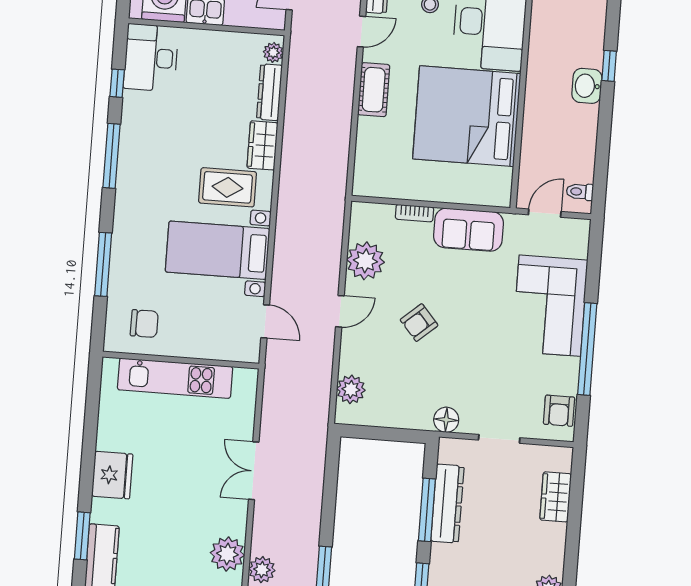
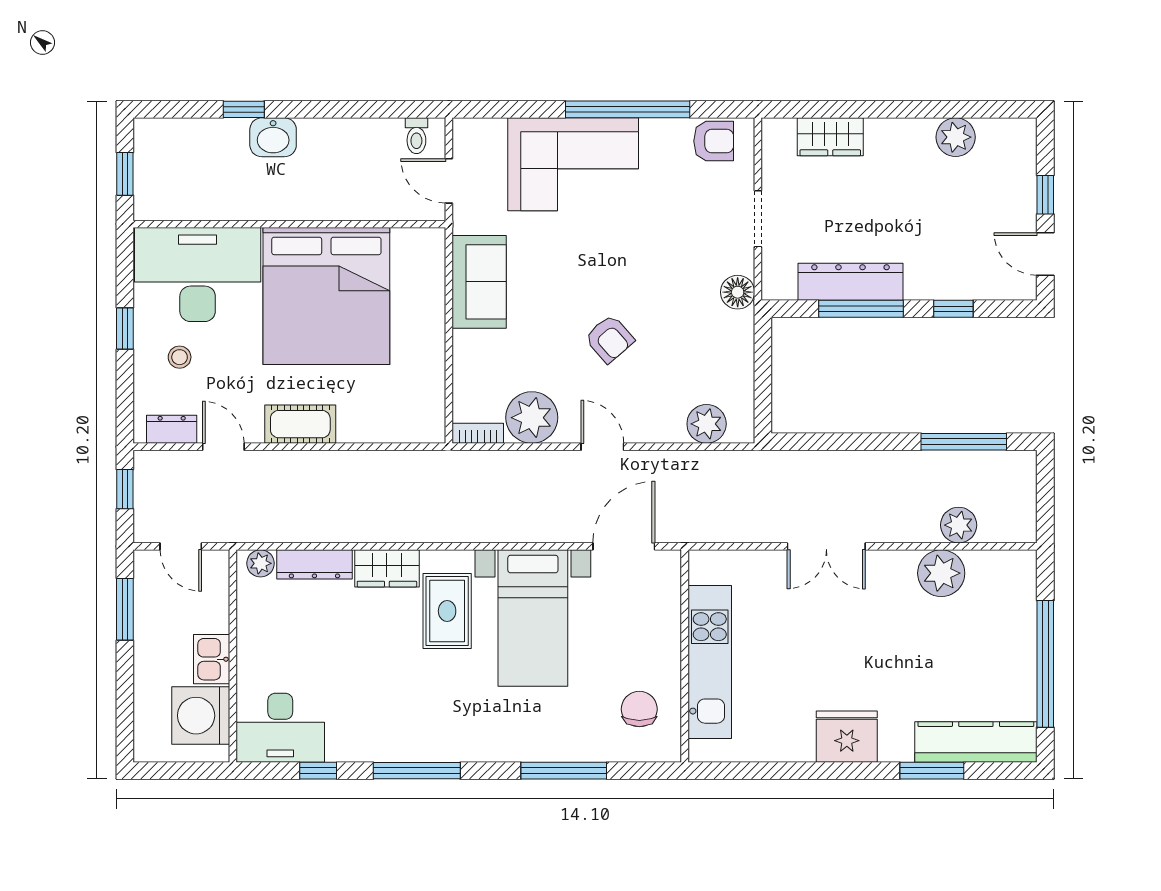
bookcase: (414, 213) -> (478, 433), moved, turned -90
door: (265, 321) -> (624, 546), width x1.38

